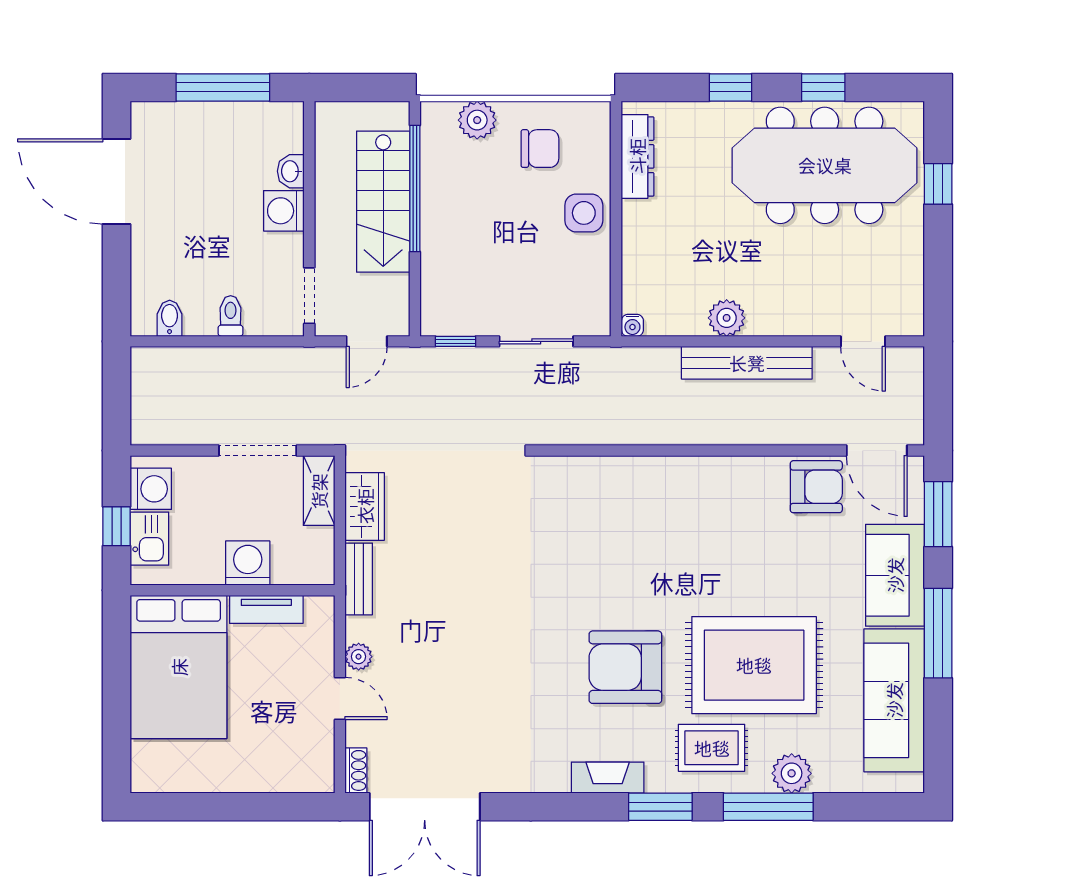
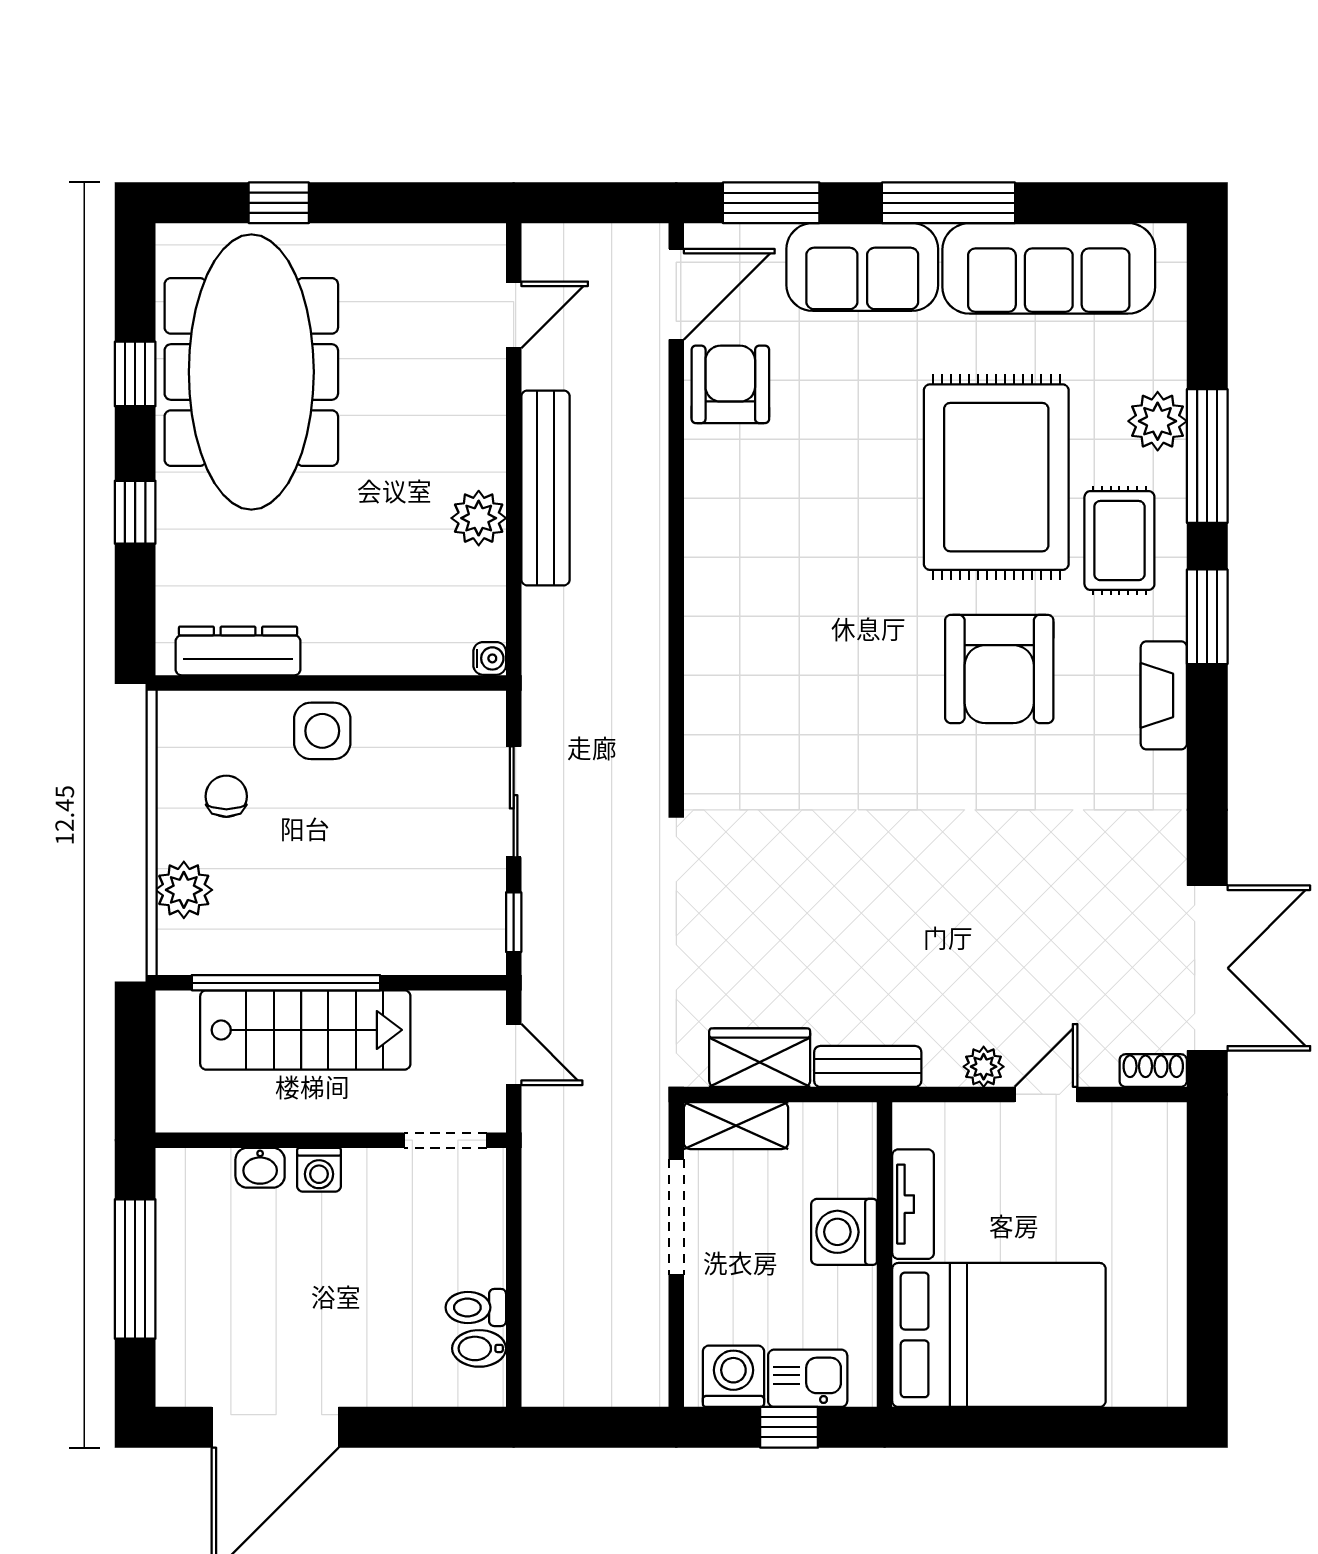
chair: (540, 149) -> (226, 796), width x0.73, depth x0.73
washing machine: (284, 211) -> (319, 1170), width x0.73, depth x0.73
toilet: (231, 316) -> (476, 1307), moved

